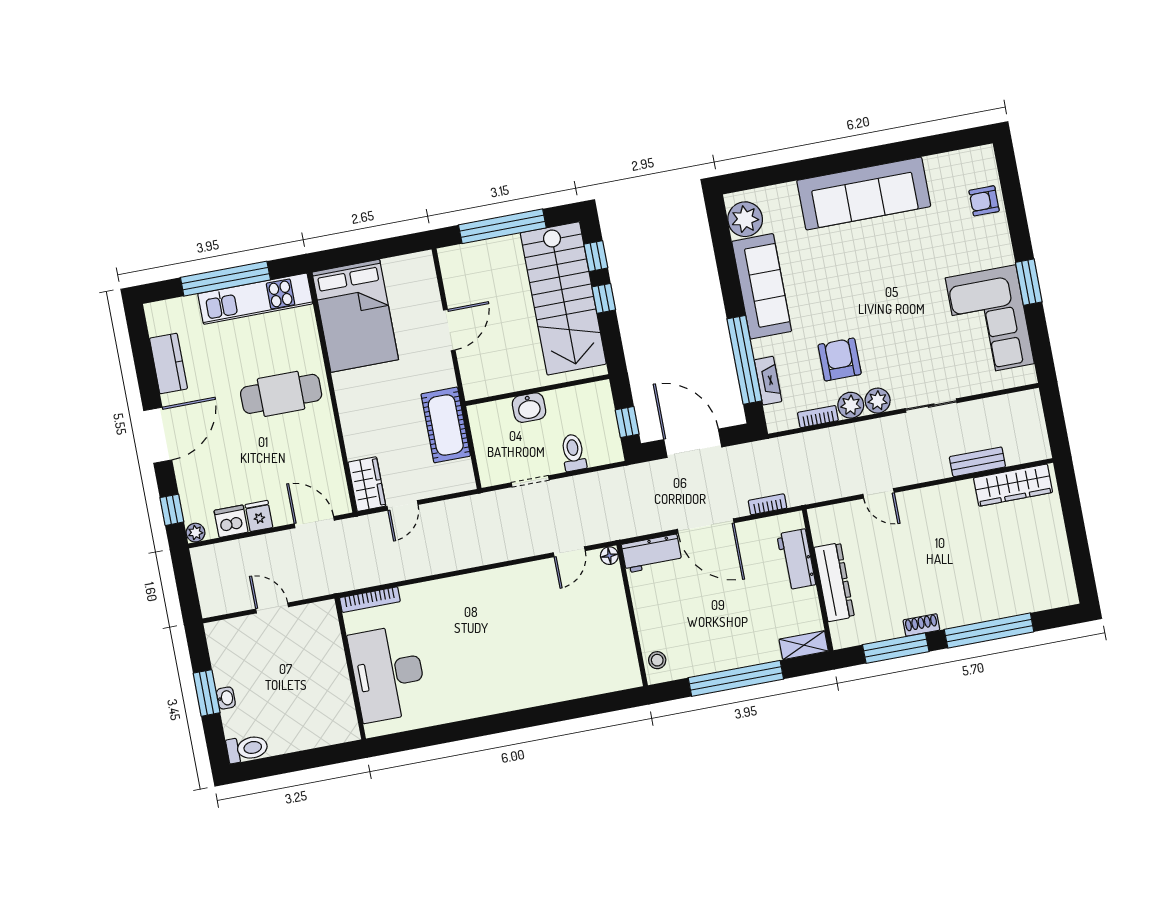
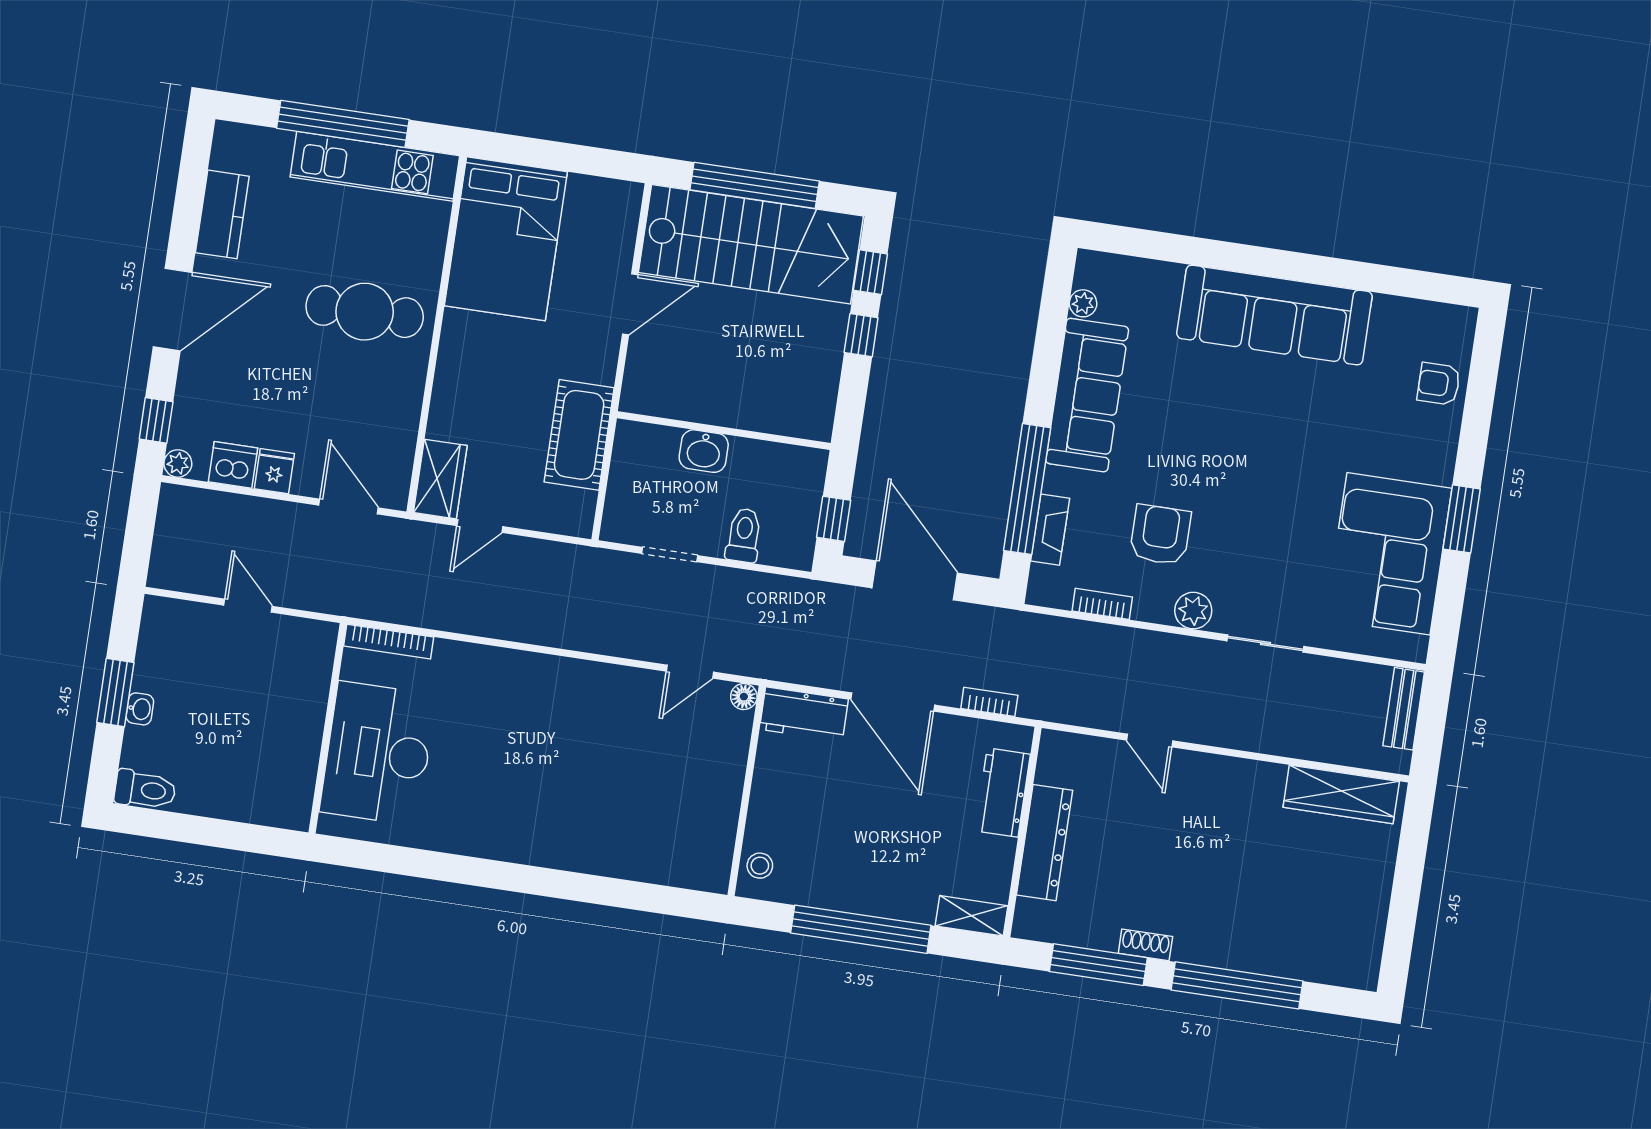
plant: (745, 219) -> (1083, 303), width x0.53, depth x0.53
stairs: (563, 298) -> (751, 244), moved, turned -90
plant: (851, 405) -> (1154, 604), removed
bench: (977, 462) -> (1404, 709), moved, turned 90

